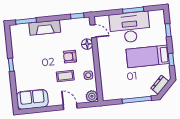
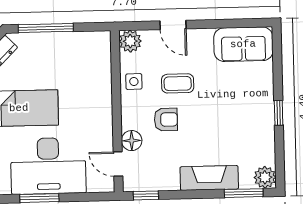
plant: (16, 30) -> (265, 177), added

